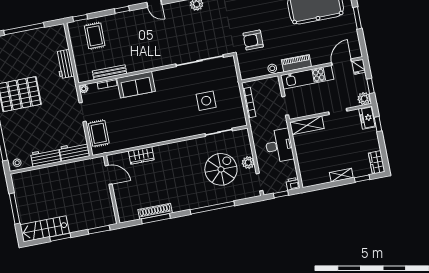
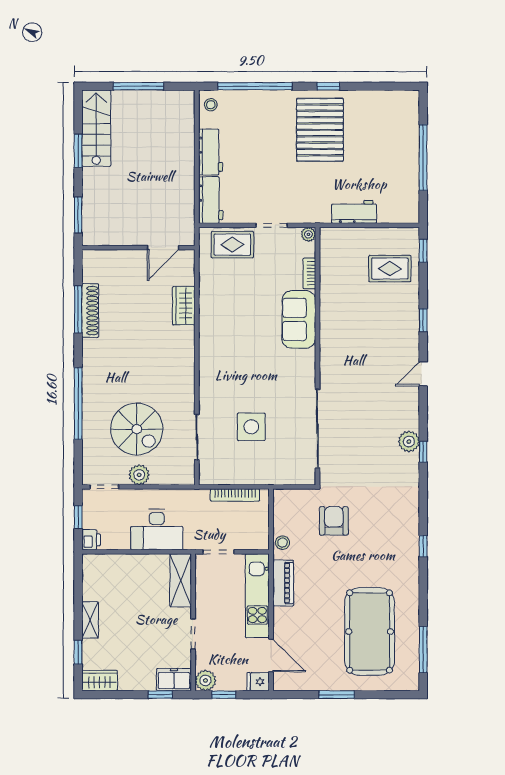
bench: (110, 72) -> (327, 281), removed

